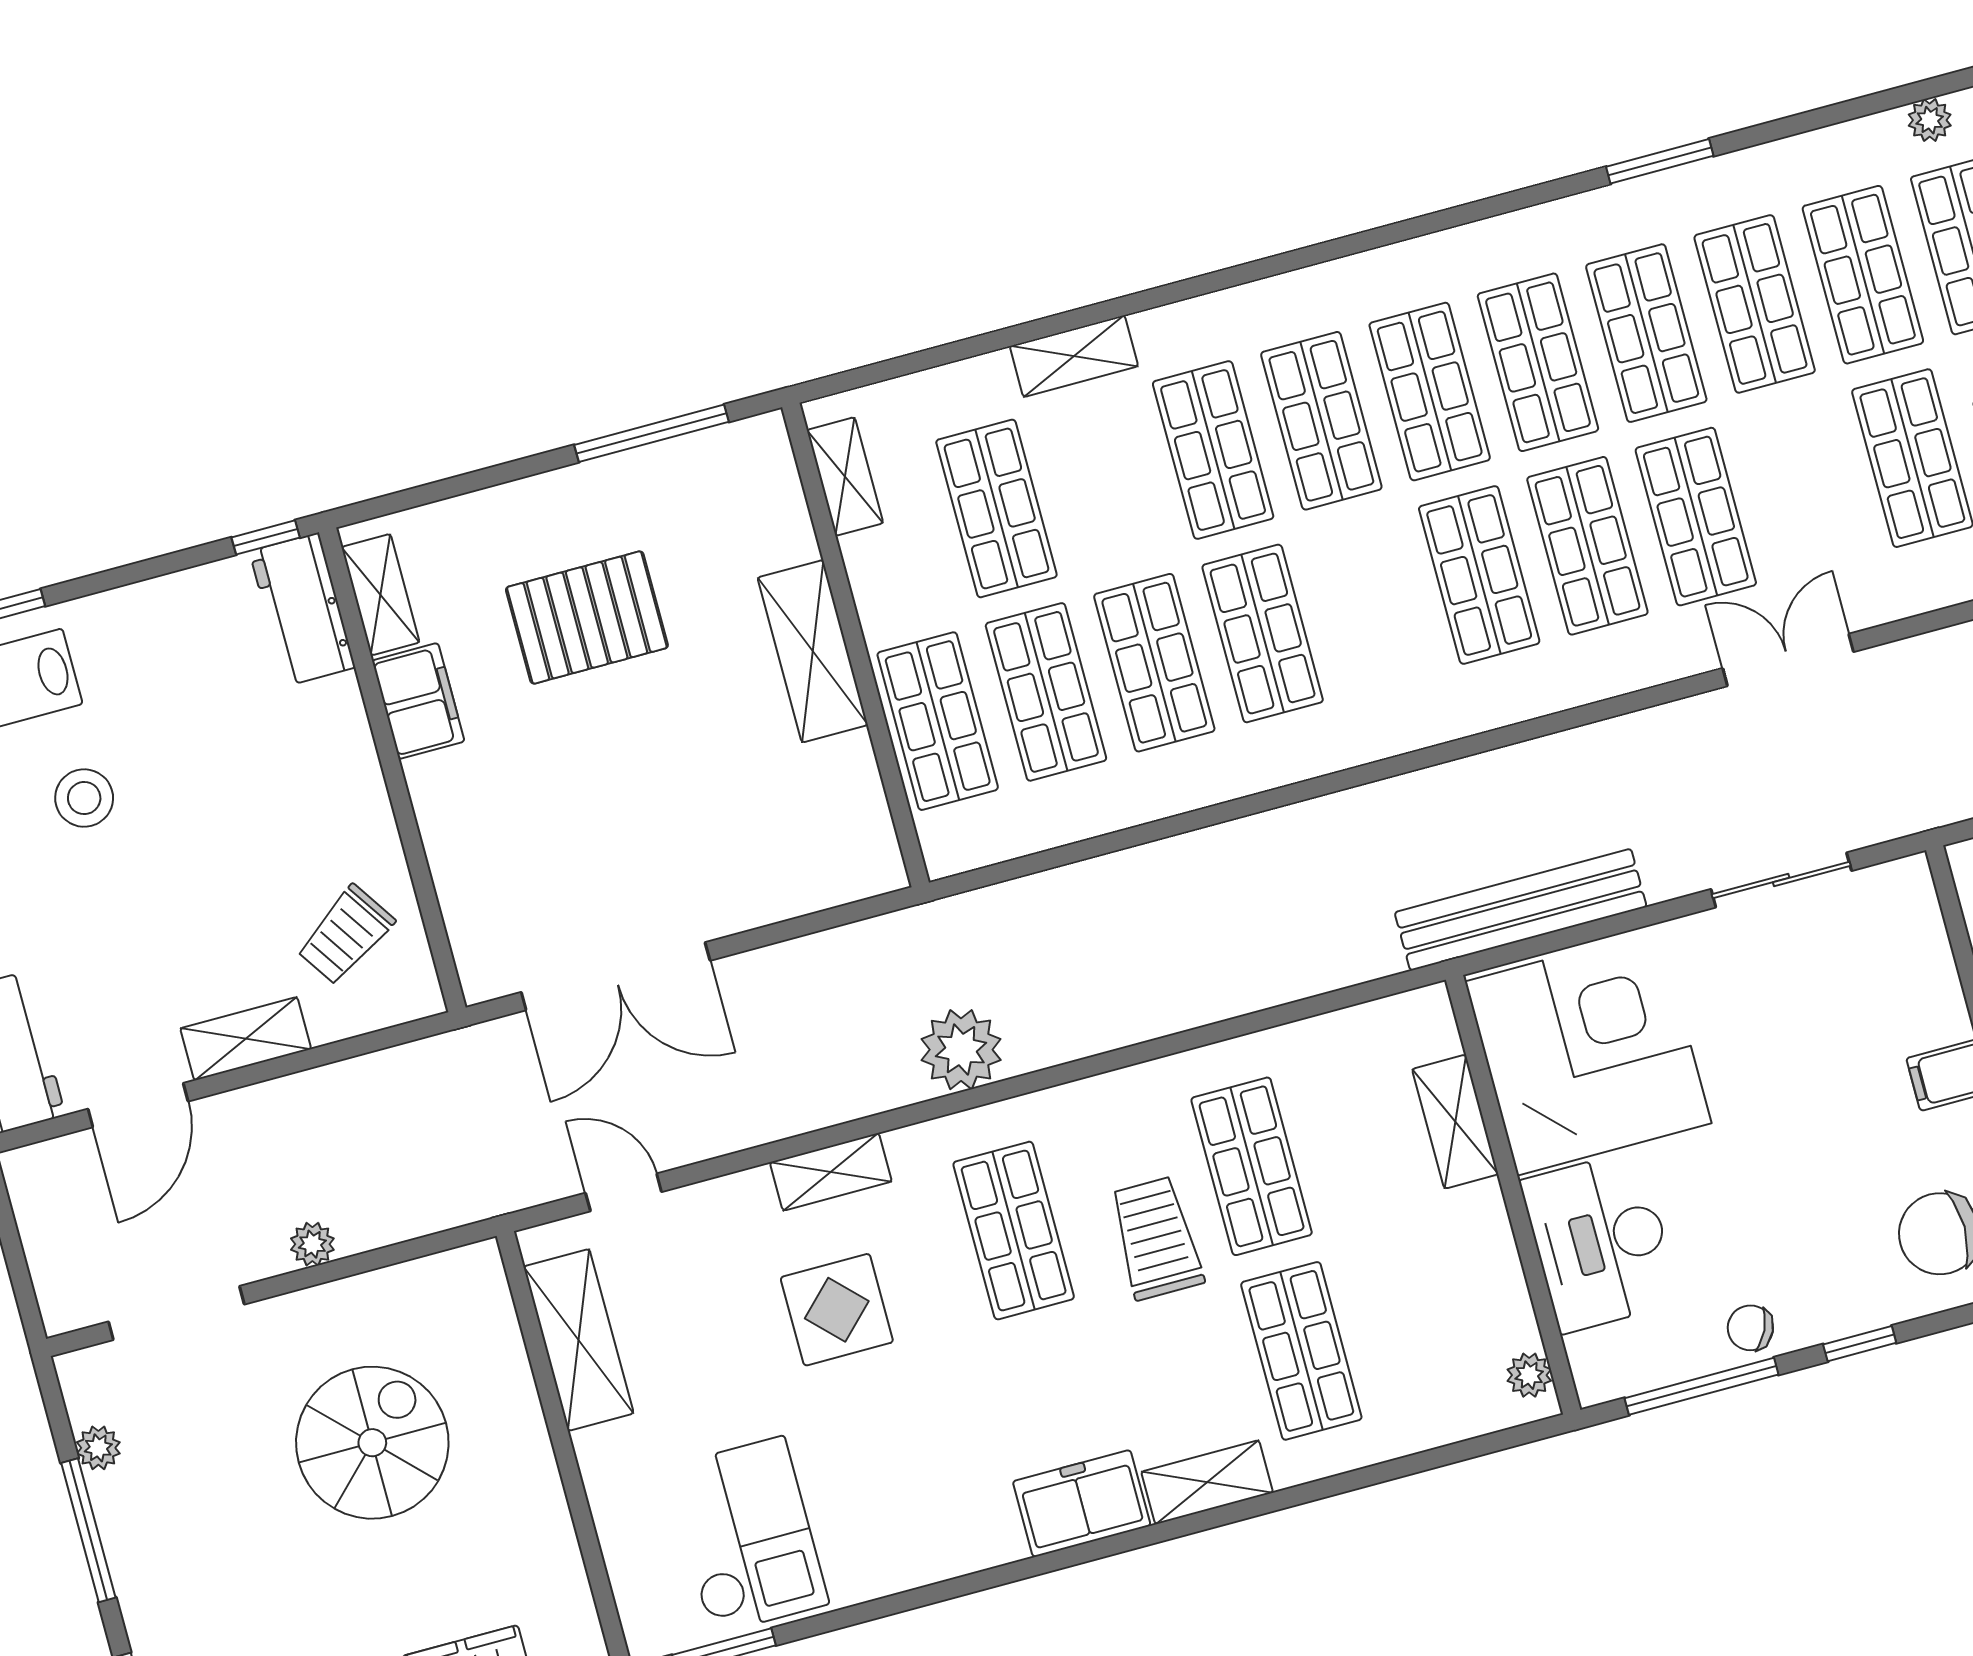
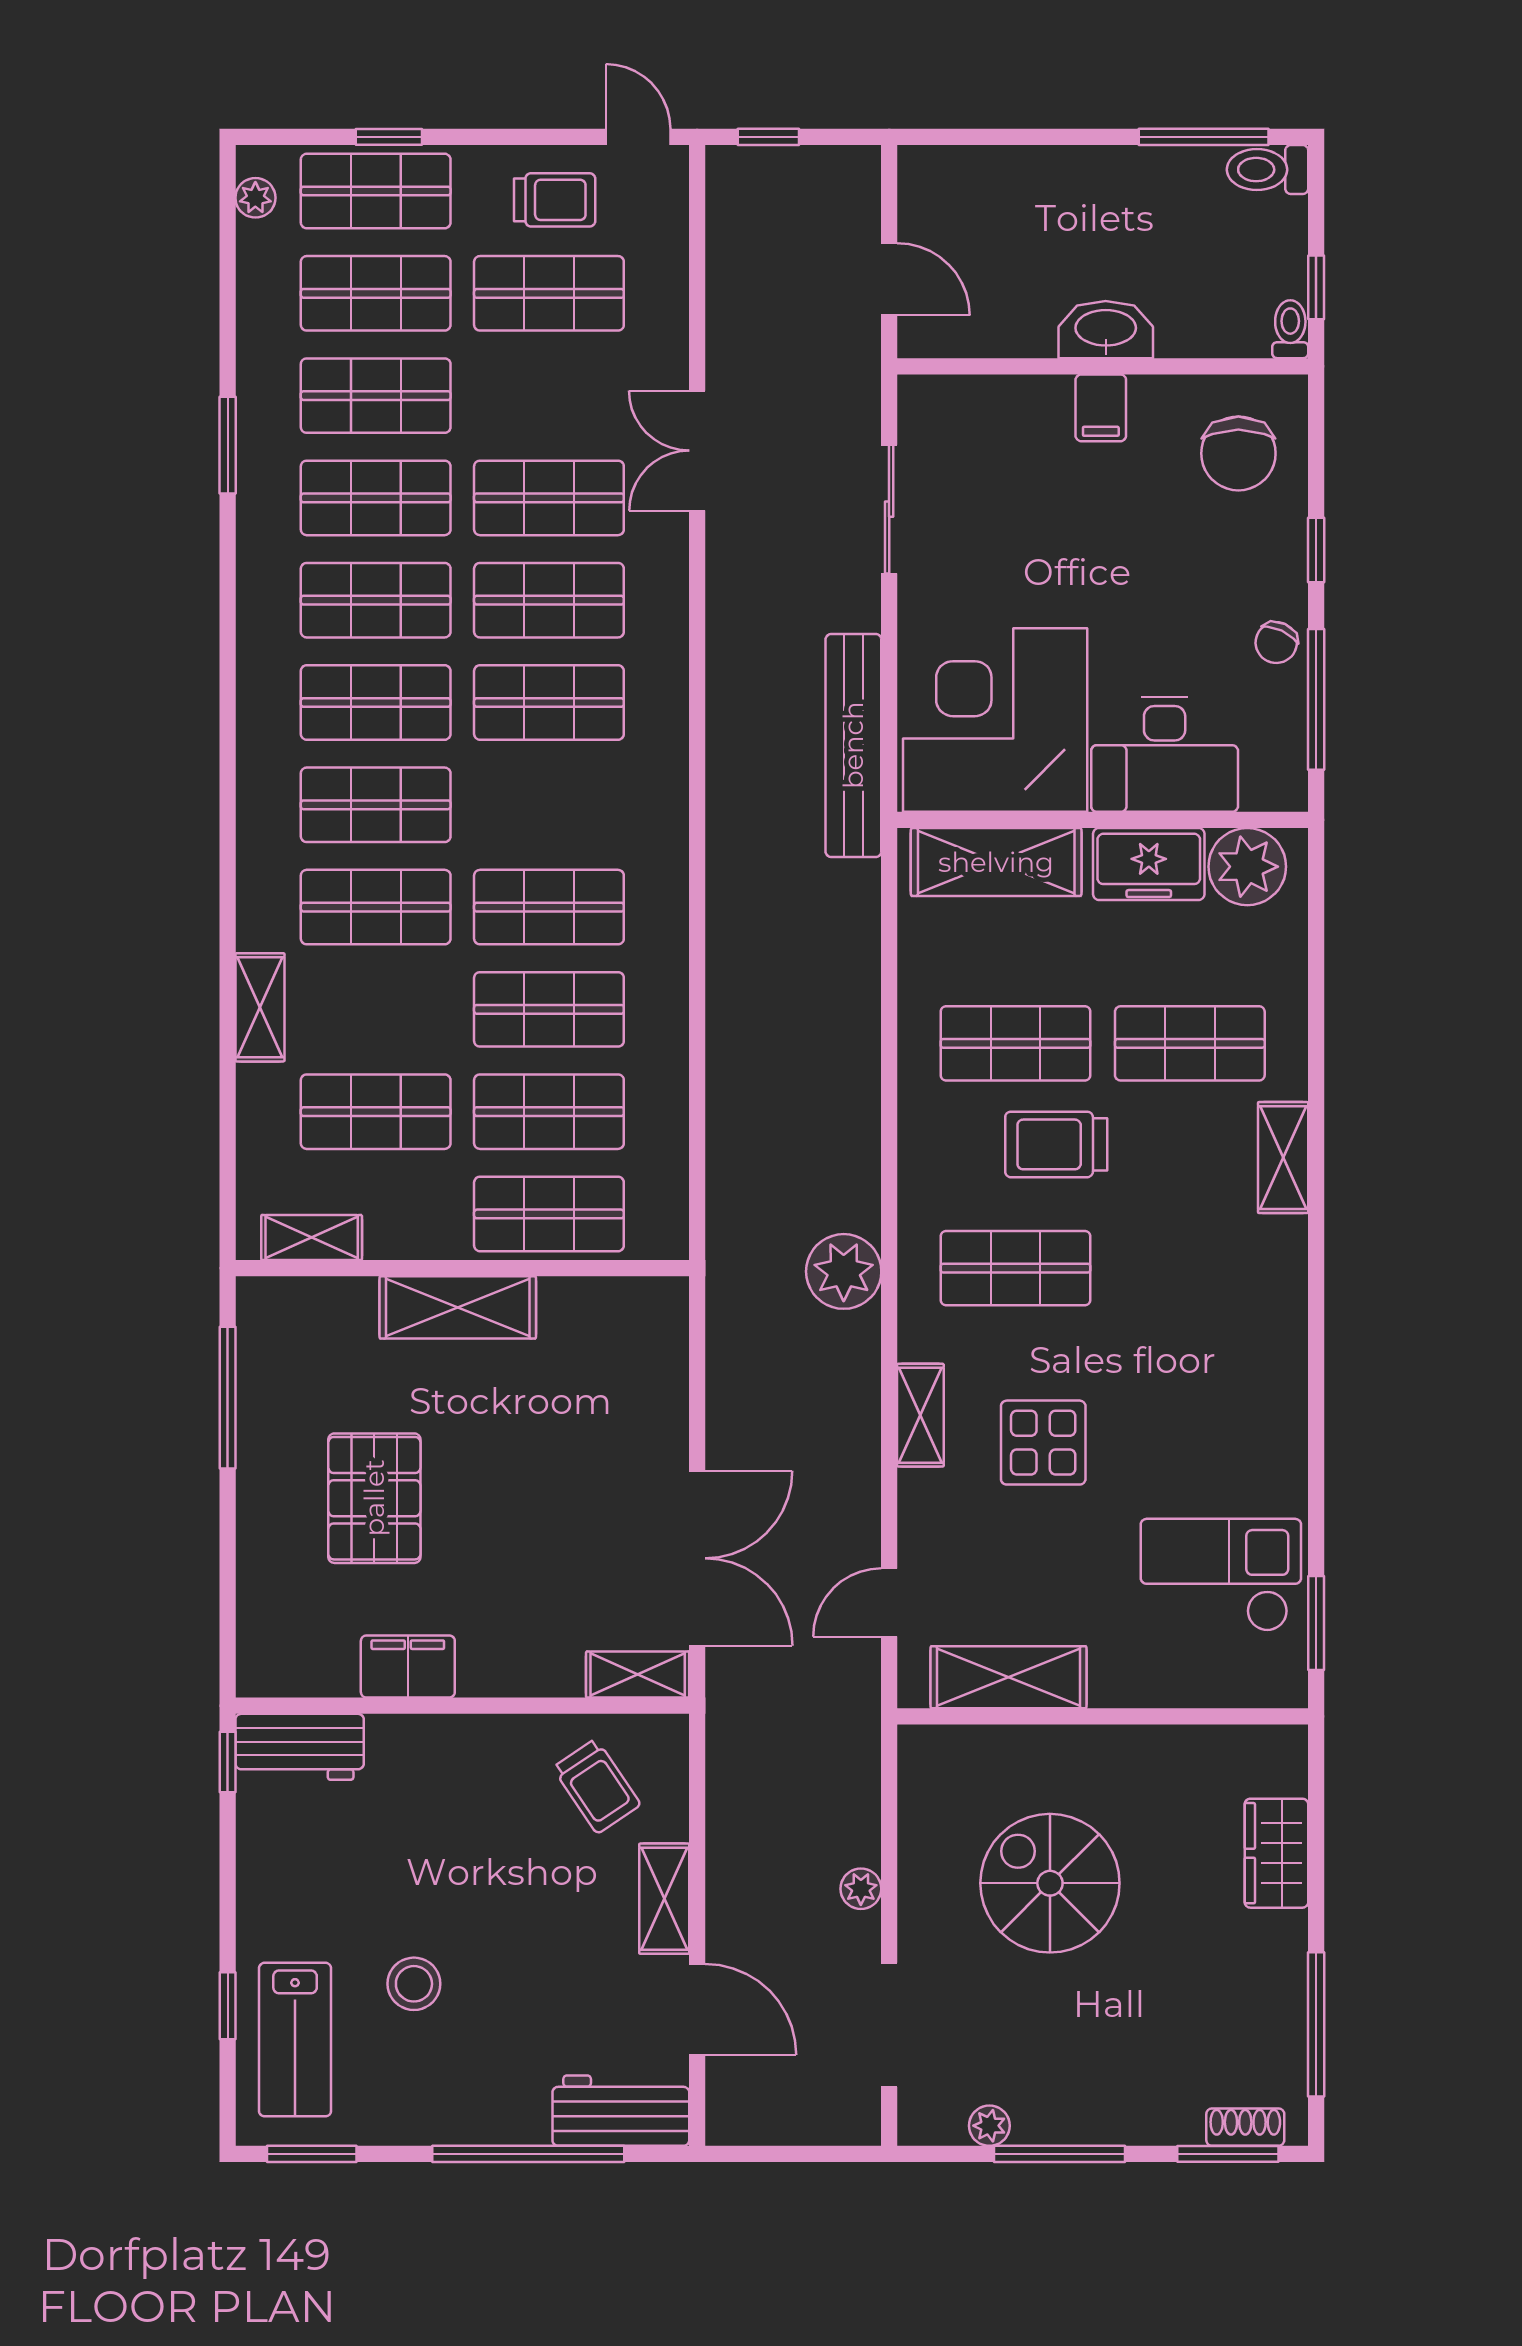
shelving: (380, 595) -> (638, 1675), moved
shelving: (1455, 1122) -> (996, 862), width x1.50, depth x1.33
plant: (1529, 1375) -> (1247, 867), width x1.87, depth x1.87
freezer: (1082, 1503) -> (1149, 864), moved, turned -90

